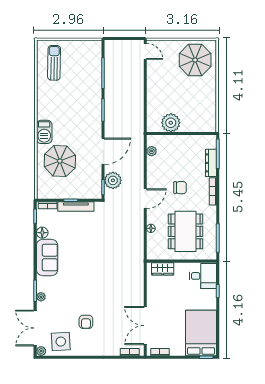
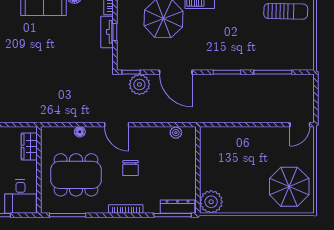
plant: (171, 123) -> (211, 202), moved
dresser: (211, 163) -> (178, 207), moved
tv unit: (76, 206) -> (107, 32), width x0.71

